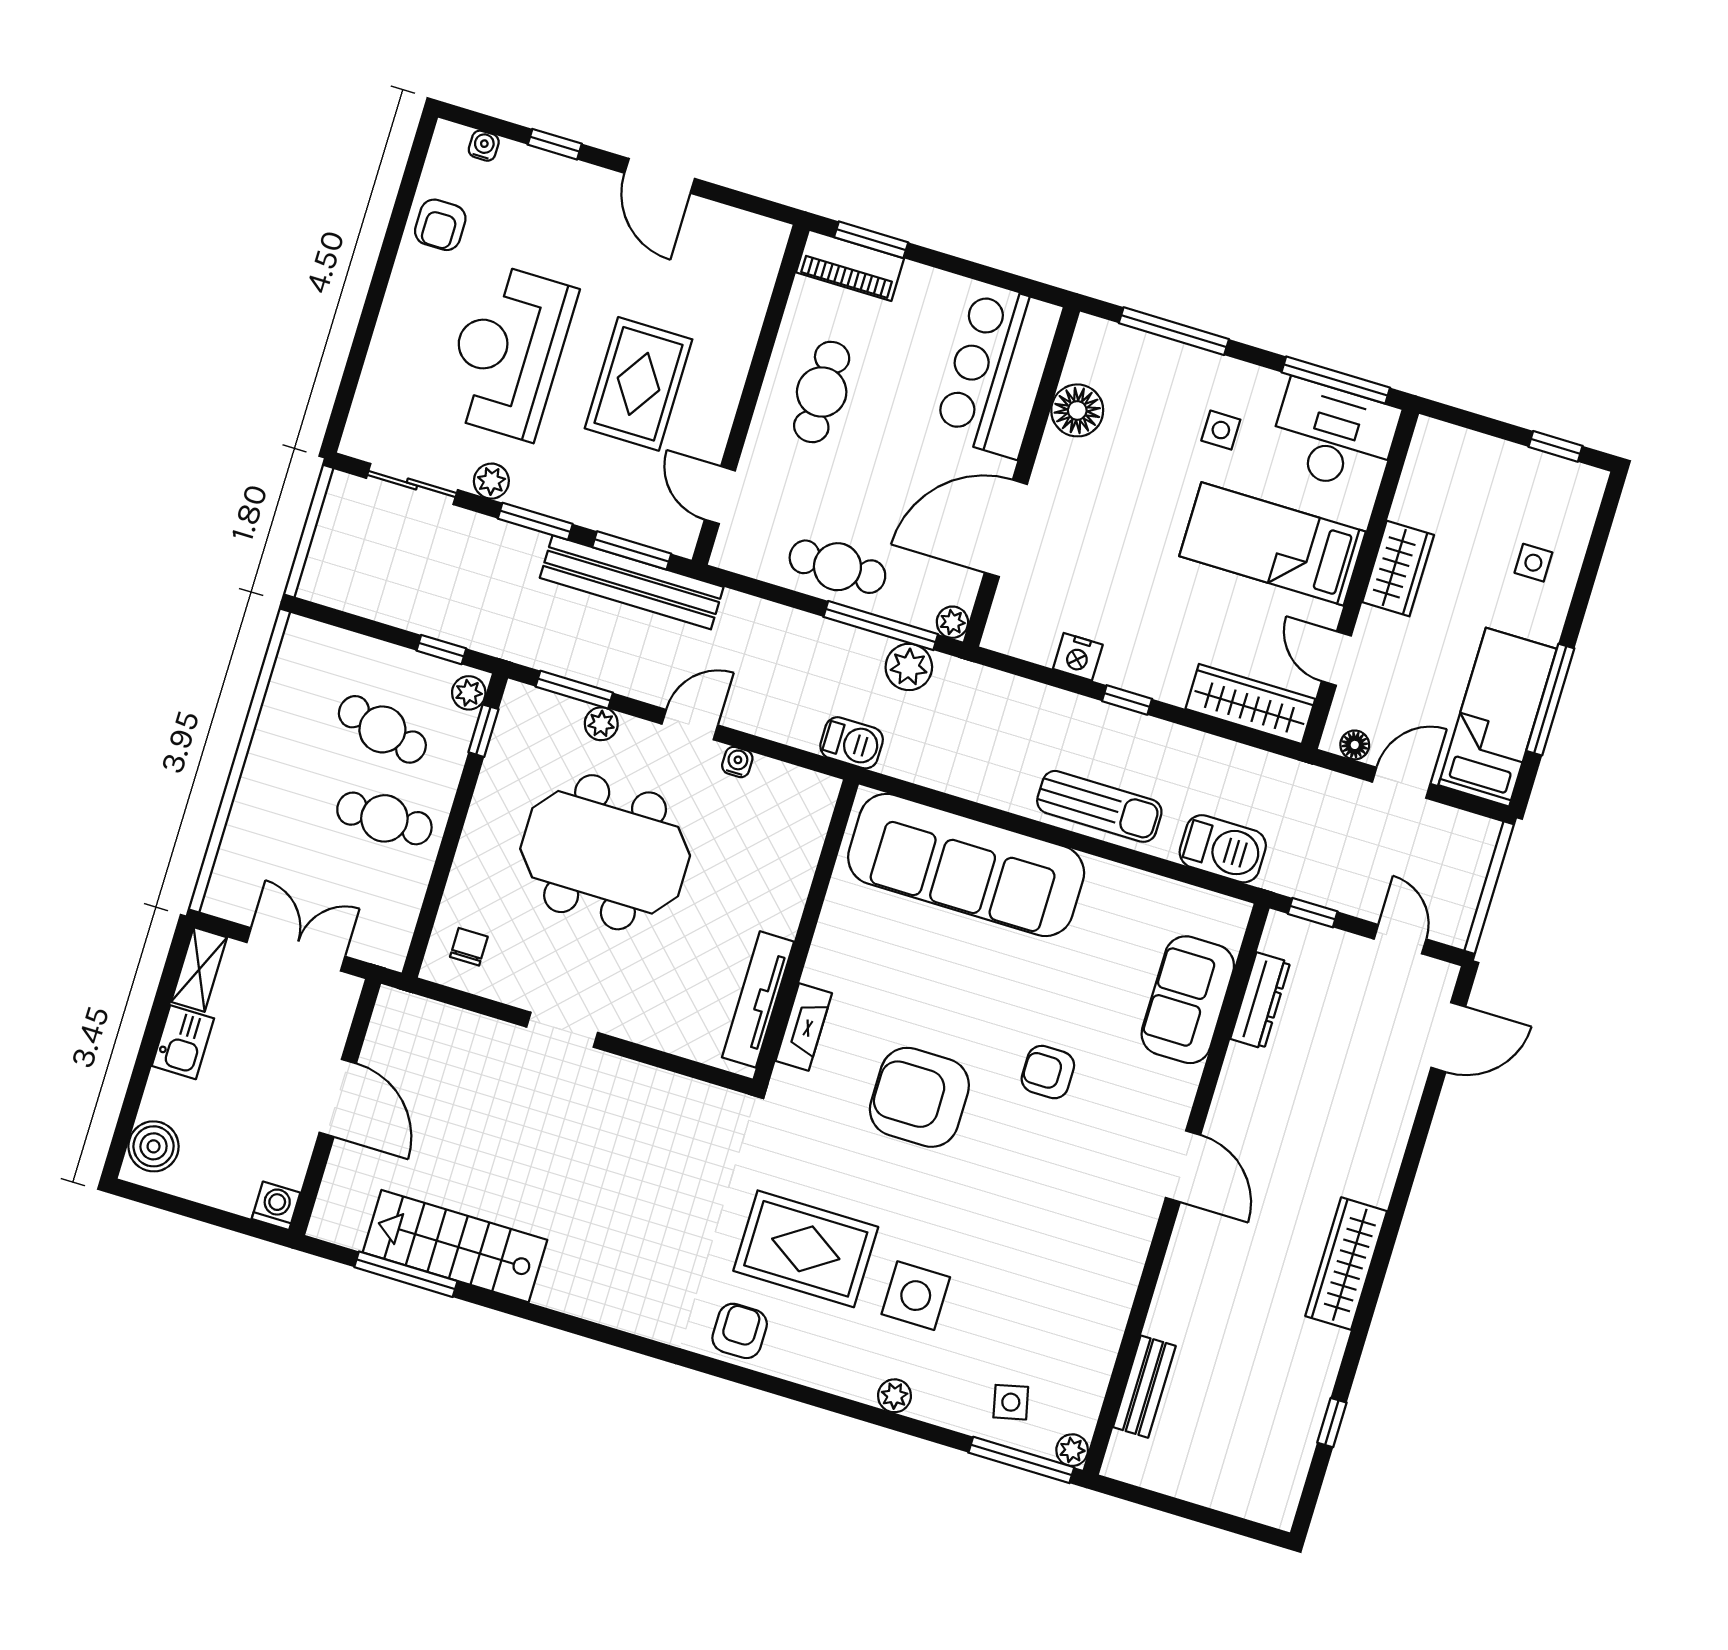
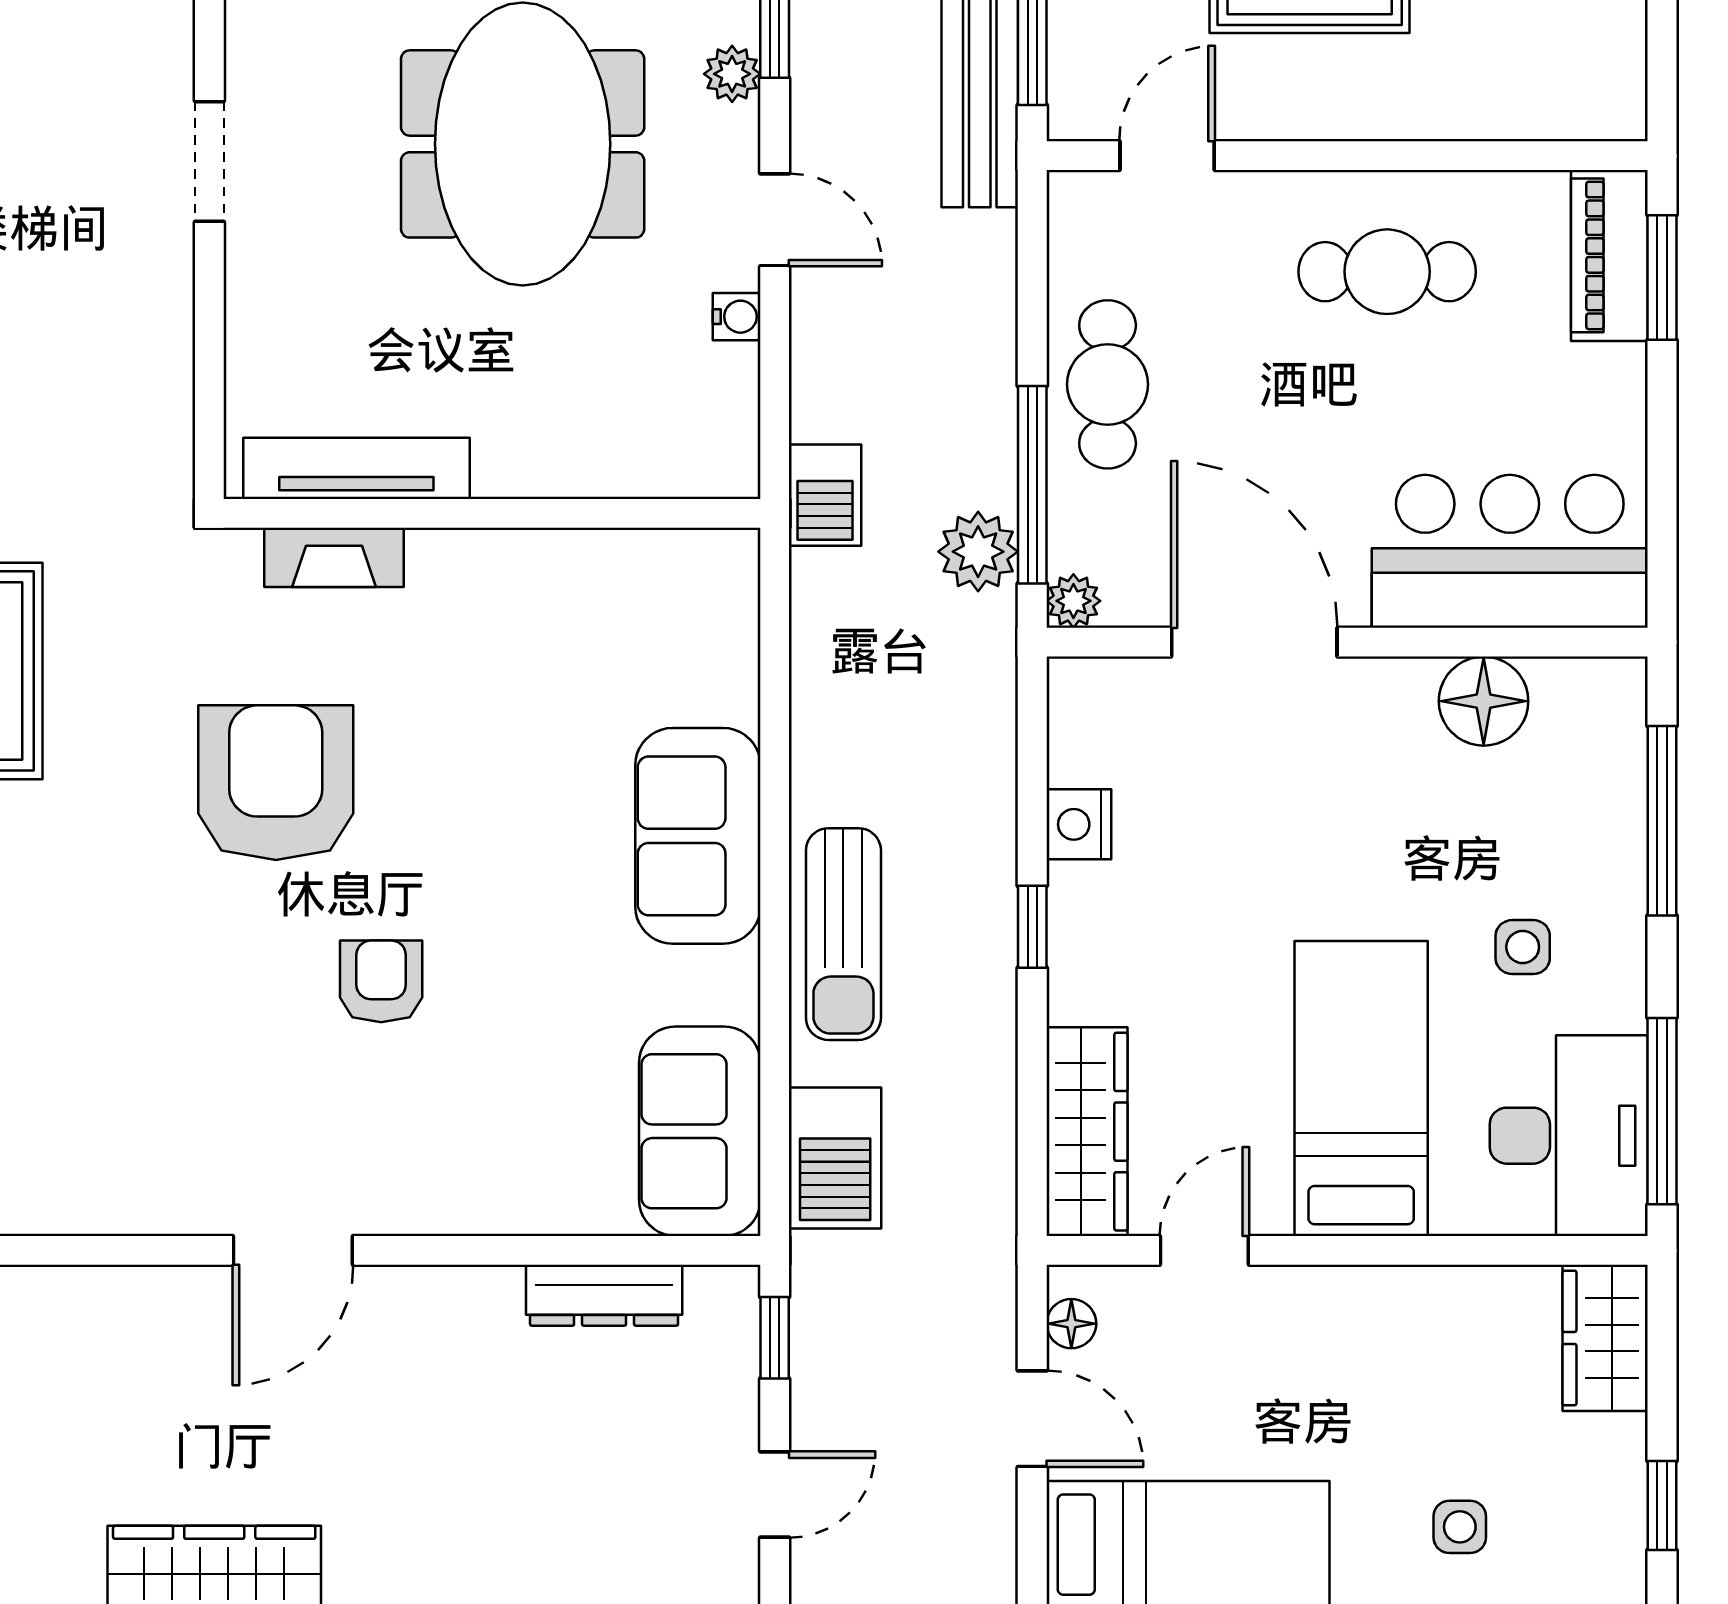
wardrobe: (1398, 569) -> (1605, 1338), moved, turned 90
sofa: (966, 865) -> (698, 836), width x0.54, depth x0.79
sofa: (1188, 1000) -> (700, 1131), moved, turned -90

